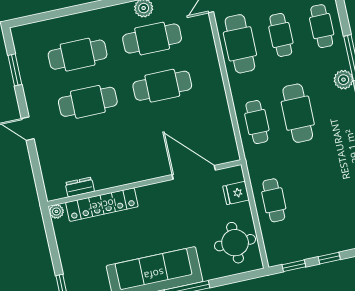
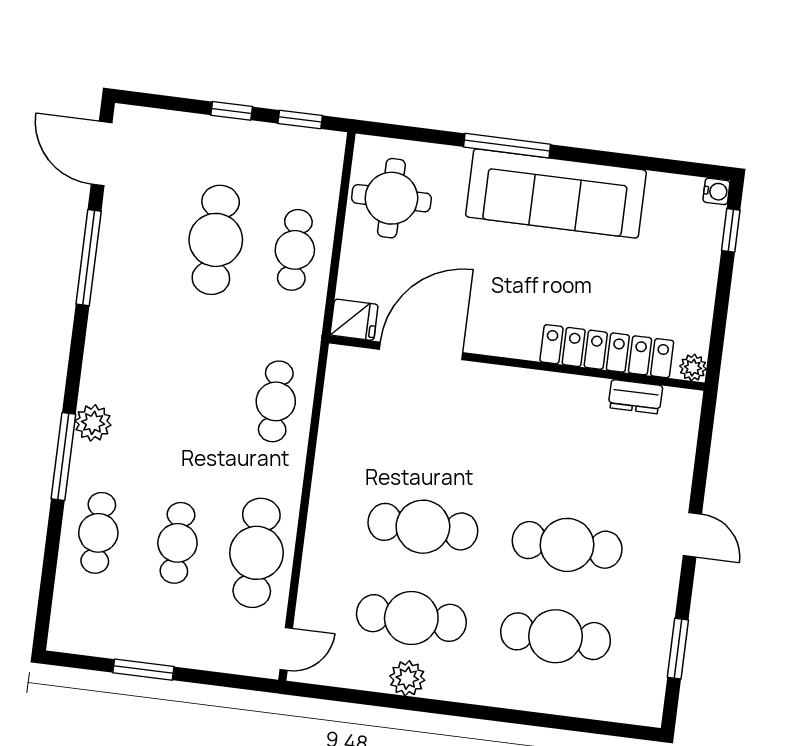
cafe table: (298, 113) -> (216, 240), moved
door: (194, 172) -> (421, 351), swing flipped
fridge: (236, 193) -> (354, 320), moved

